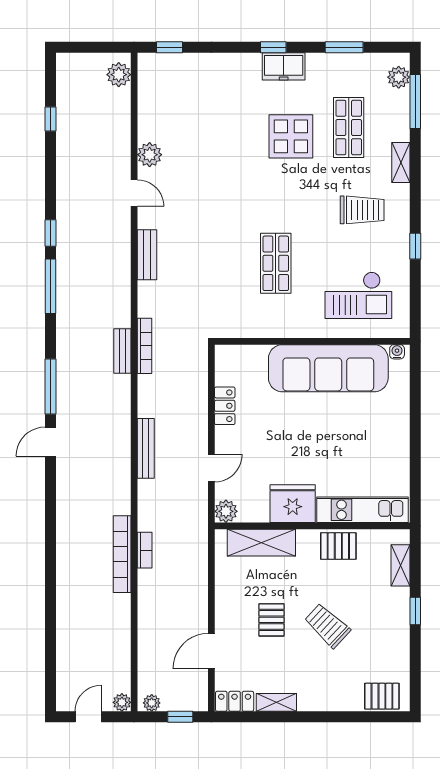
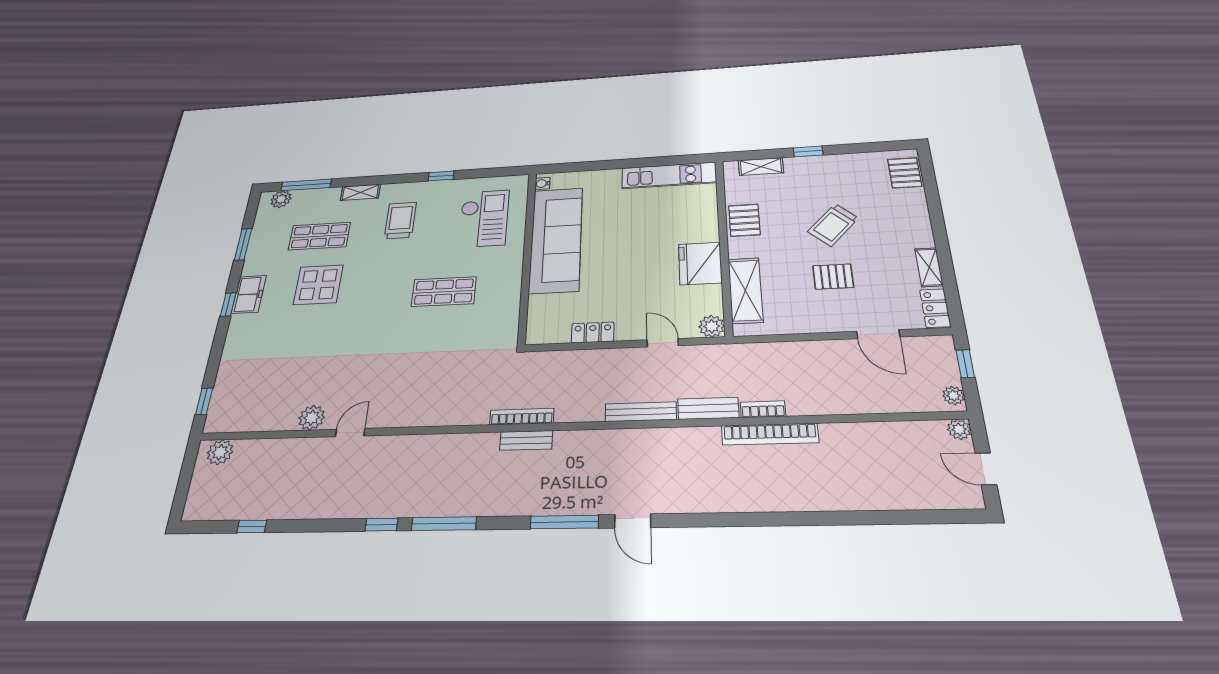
bench: (147, 255) -> (708, 408), moved
kitchen unit: (362, 510) -> (669, 175), moved, turned -90

